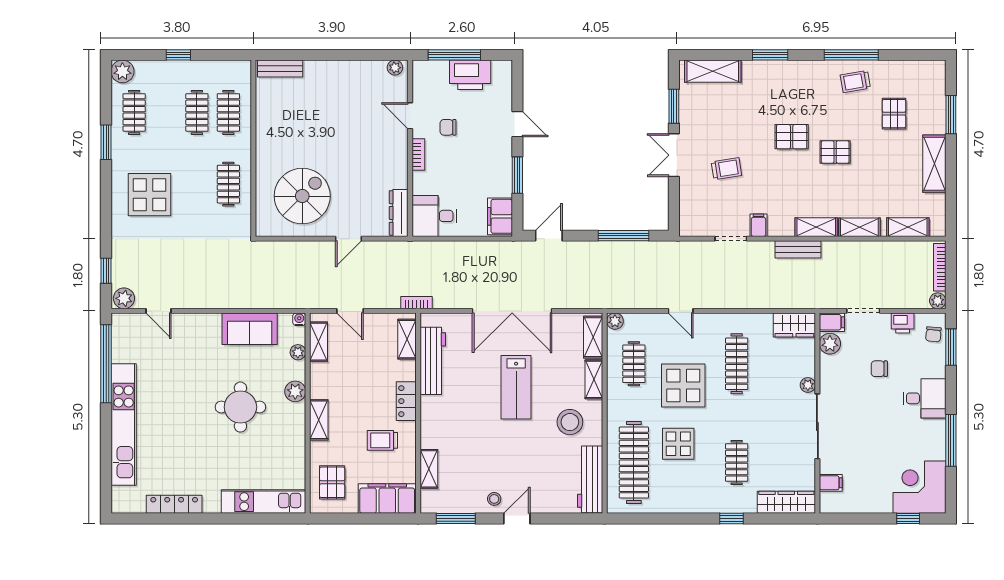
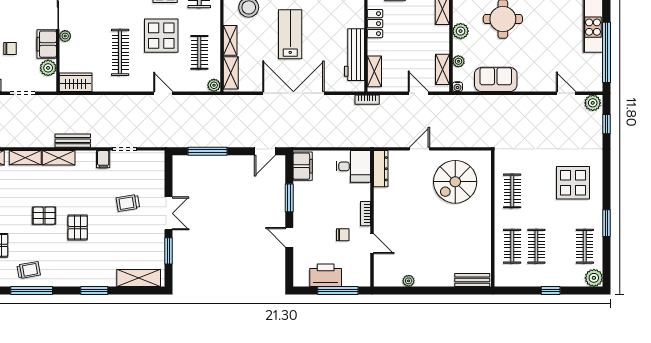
plant: (395, 68) -> (409, 281), moved
pallet: (792, 137) -> (78, 228), turned 90
filing cabinet: (832, 322) -> (47, 44), moved, width x2.00

